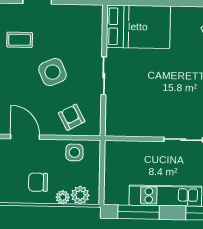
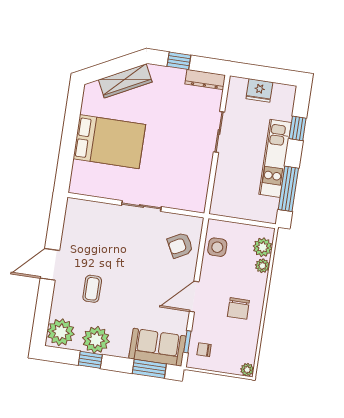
bed: (138, 27) -> (109, 142), moved, turned 90
side table: (53, 72) -> (130, 259), removed
chair: (38, 182) -> (238, 308), moved

